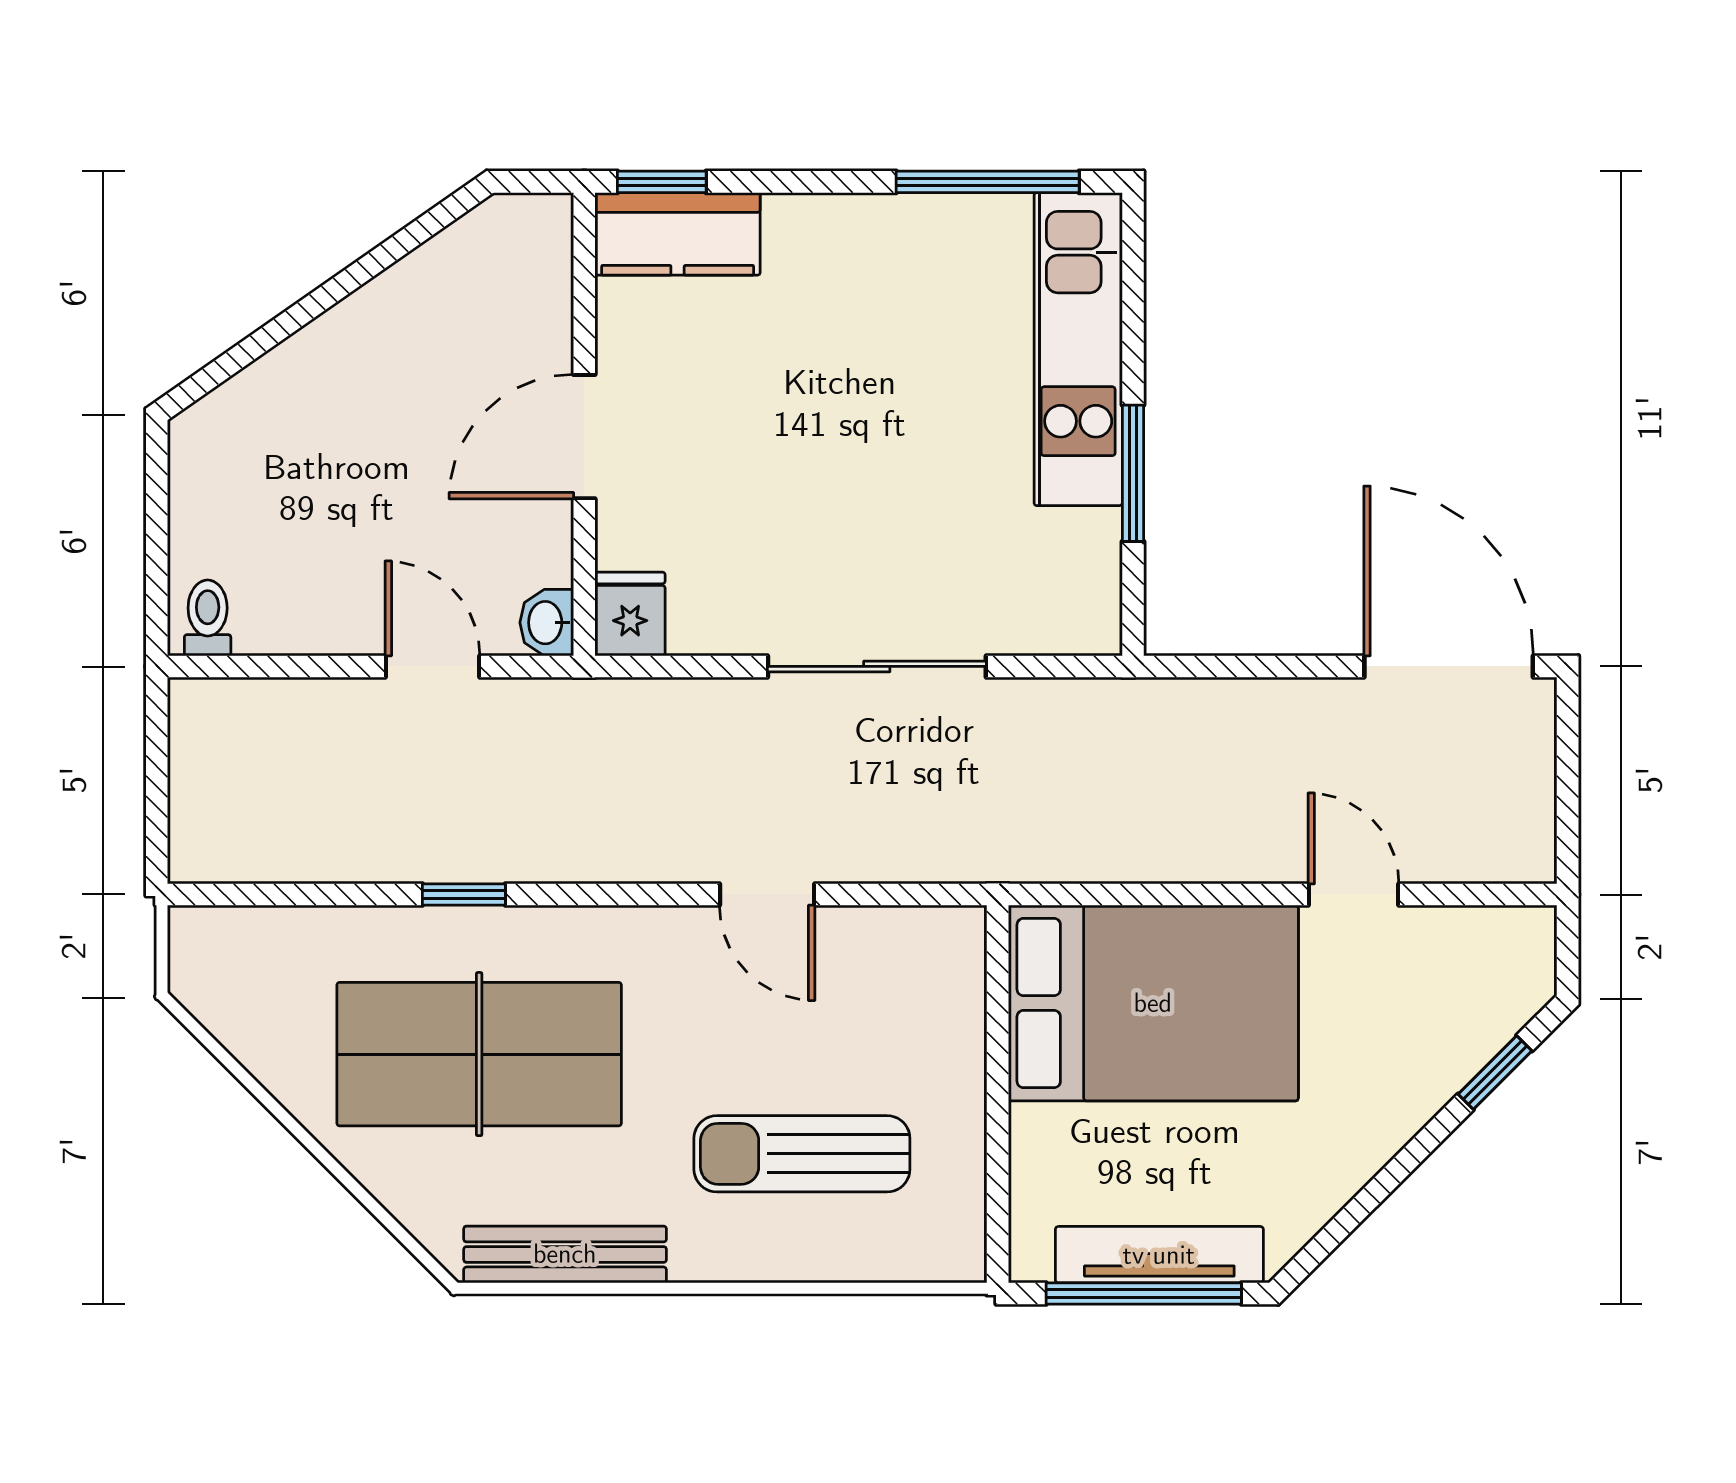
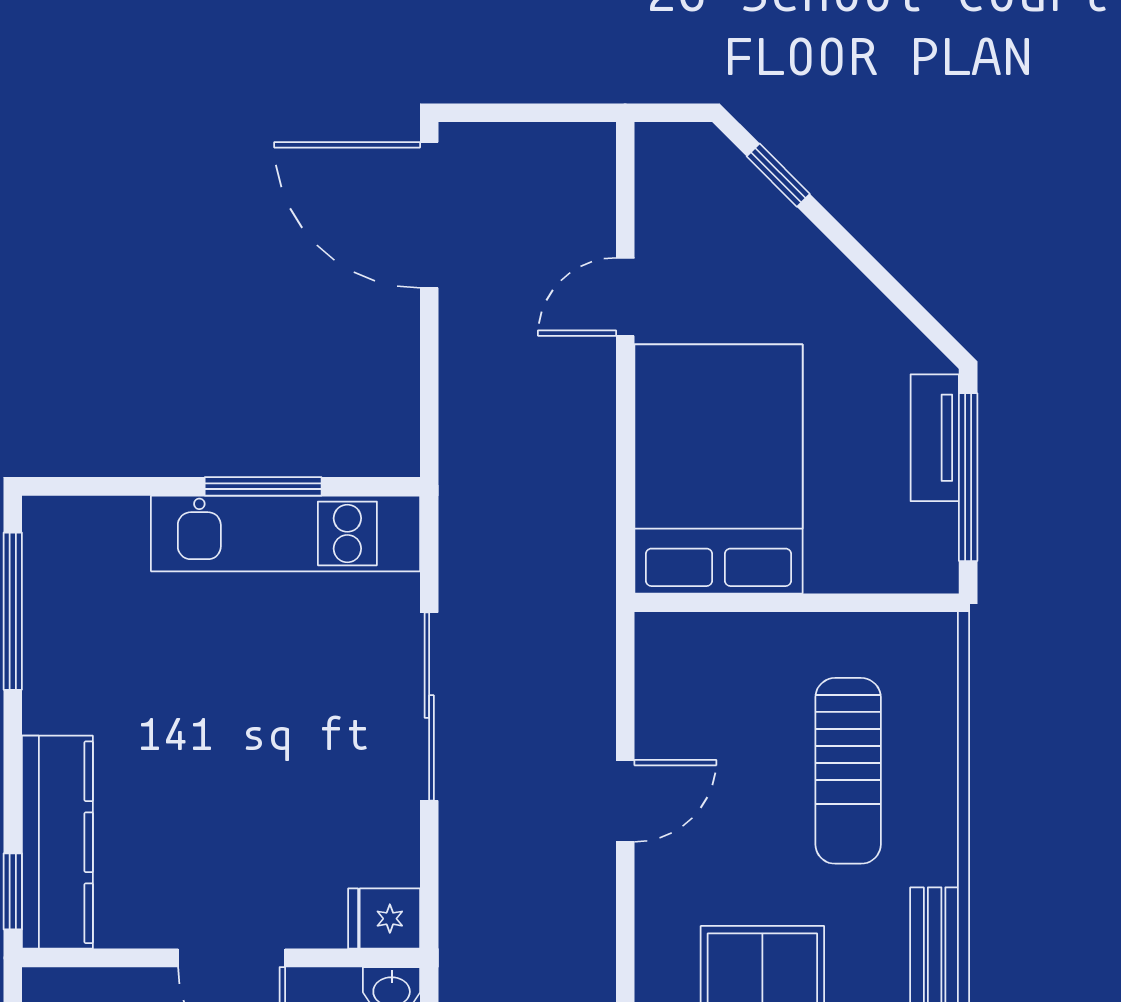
kitchen counter: (678, 234) -> (57, 842), width x1.50
kitchen unit: (1078, 349) -> (285, 533), moved
door: (1449, 666) -> (429, 215), hinge flipped
tv unit: (1159, 1255) -> (935, 438), width x0.71

